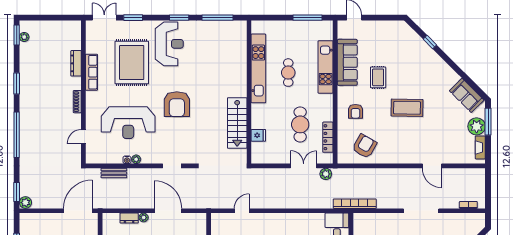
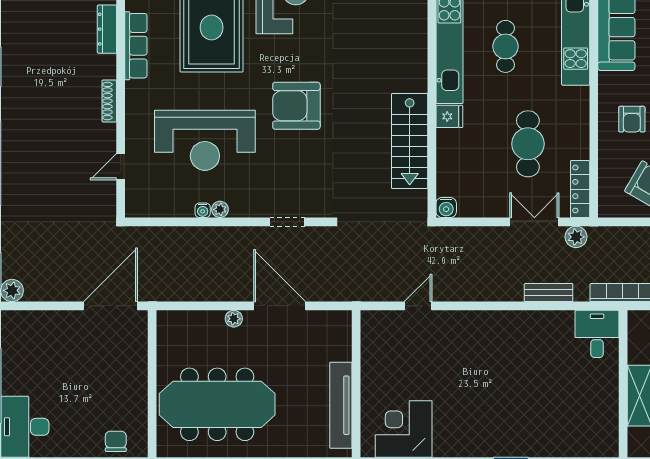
armchair: (177, 104) -> (296, 106), turned 90
fridge: (258, 135) -> (449, 116), moved
locker: (328, 137) -> (580, 189), moved
water cooler: (257, 158) -> (446, 207), added
bench: (114, 173) -> (549, 293), moved
dresser: (129, 218) -> (207, 320), removed

